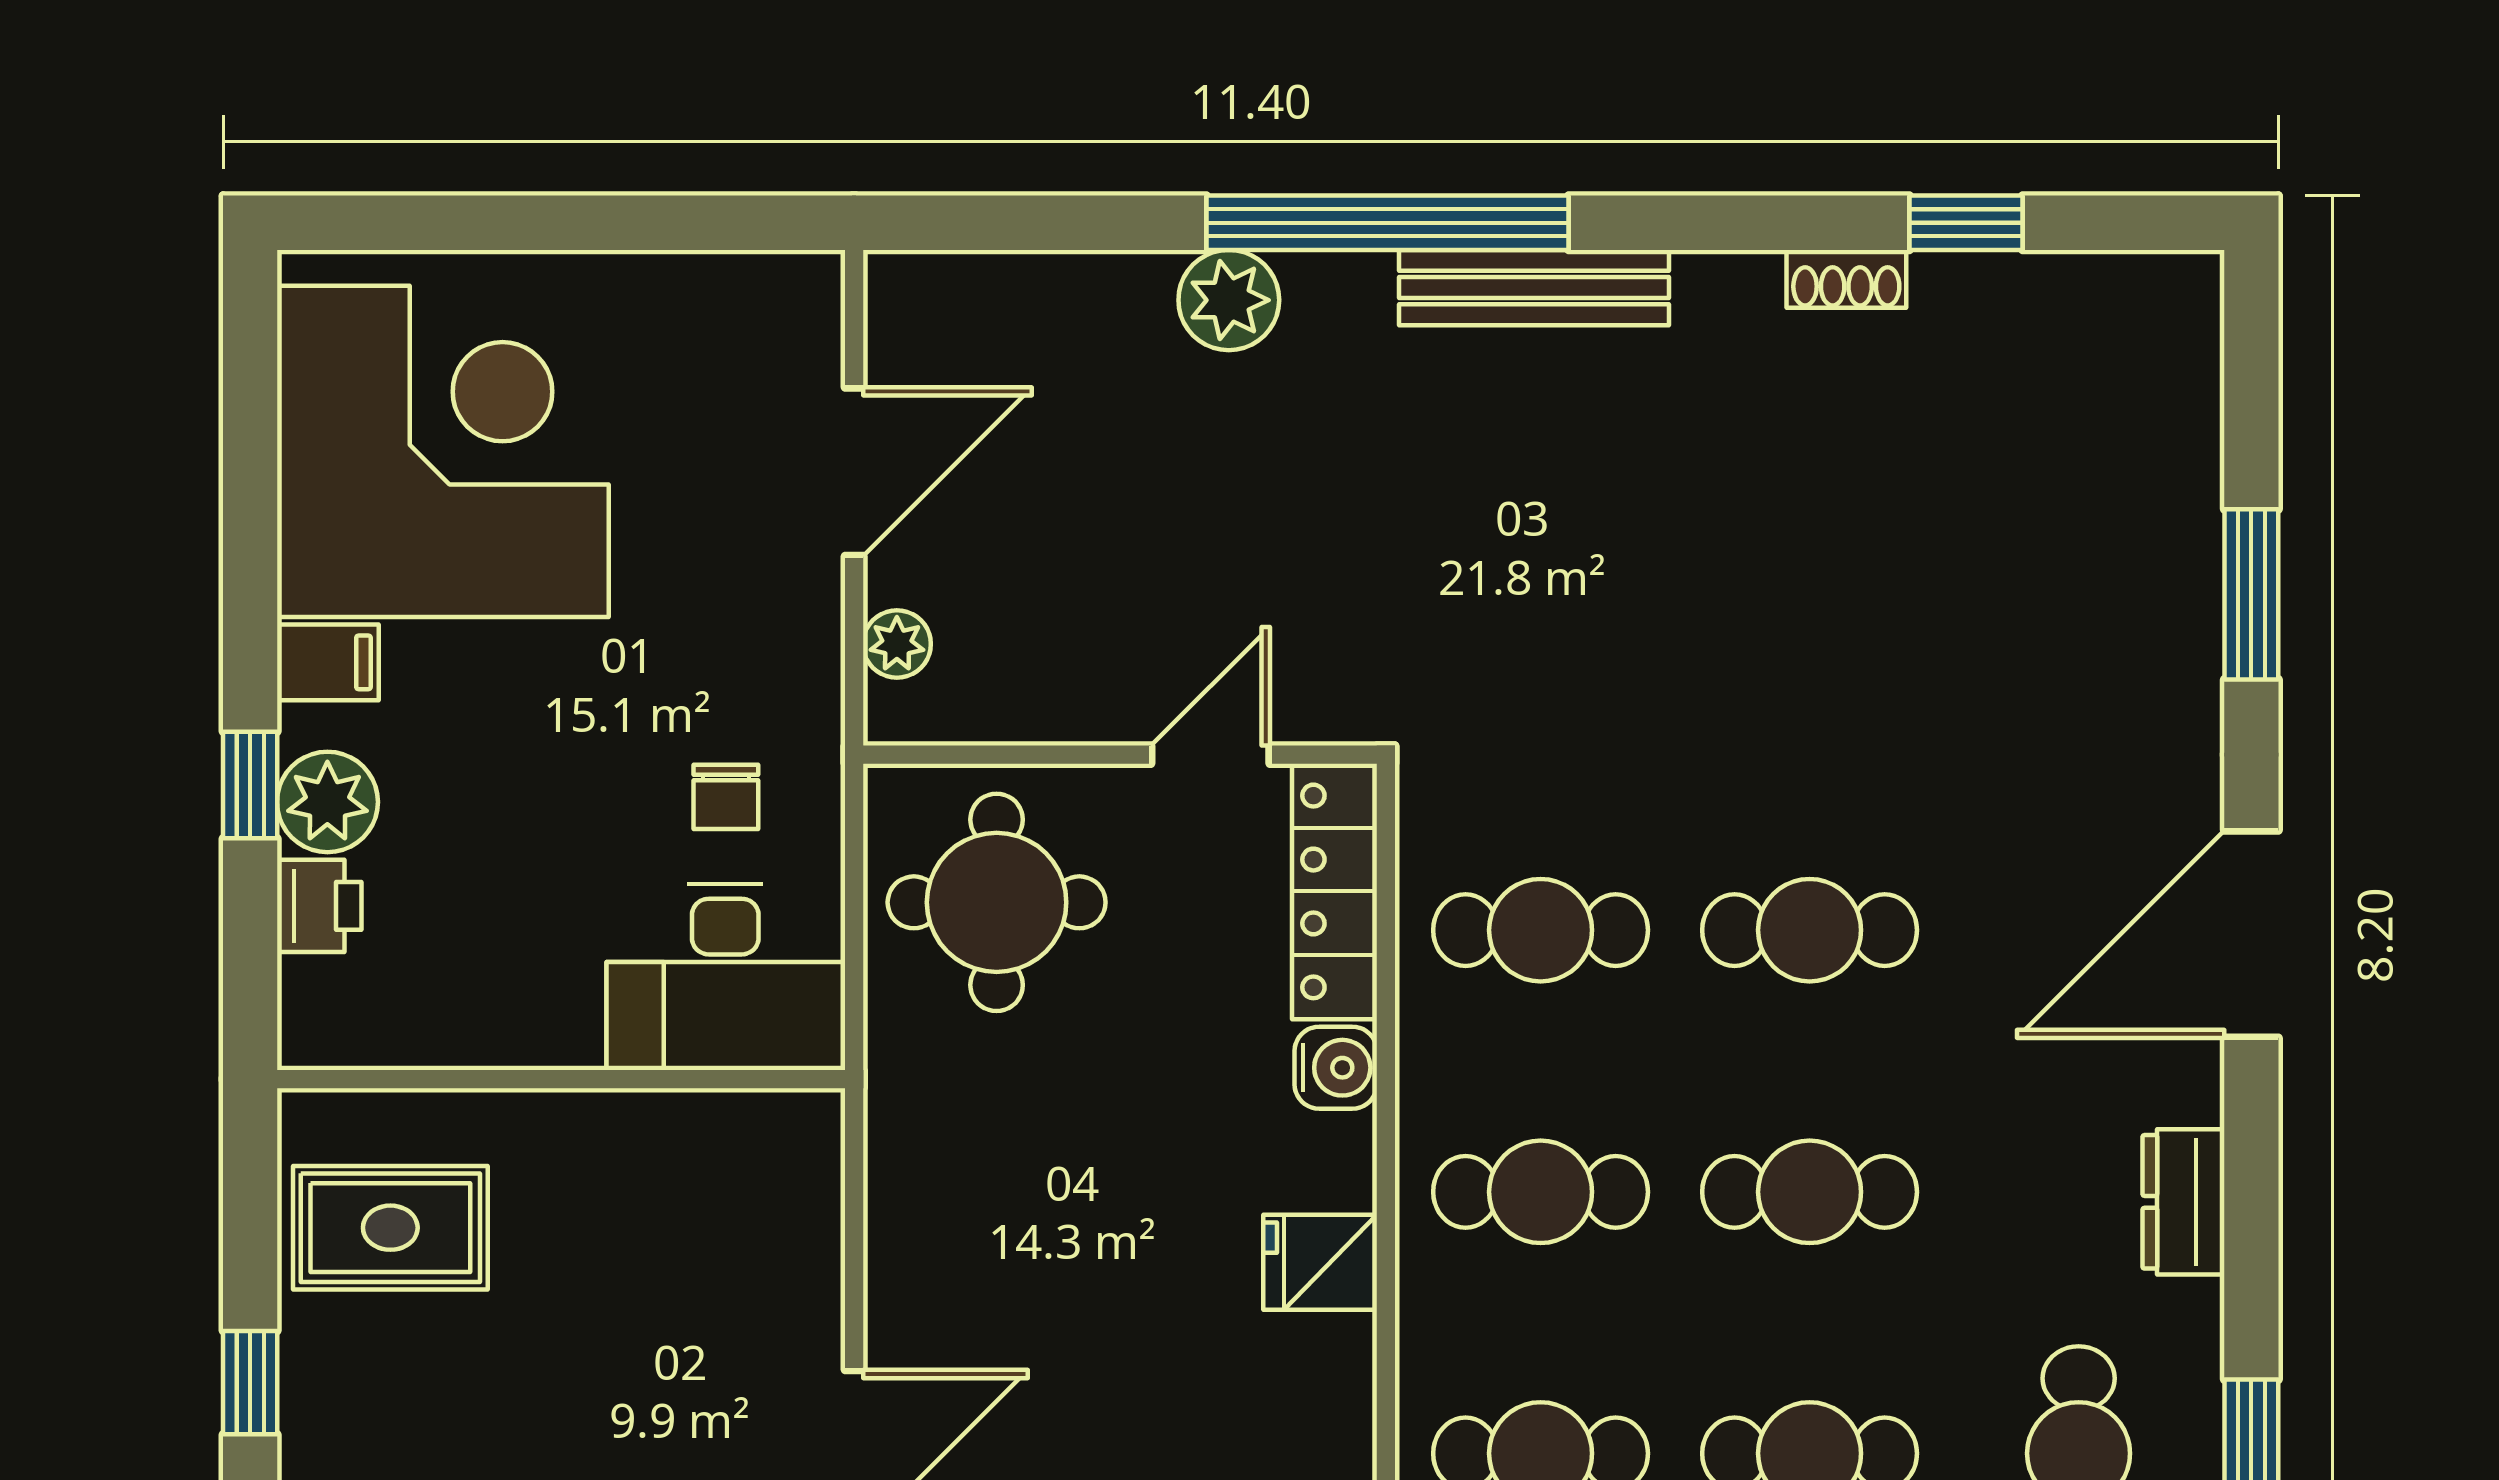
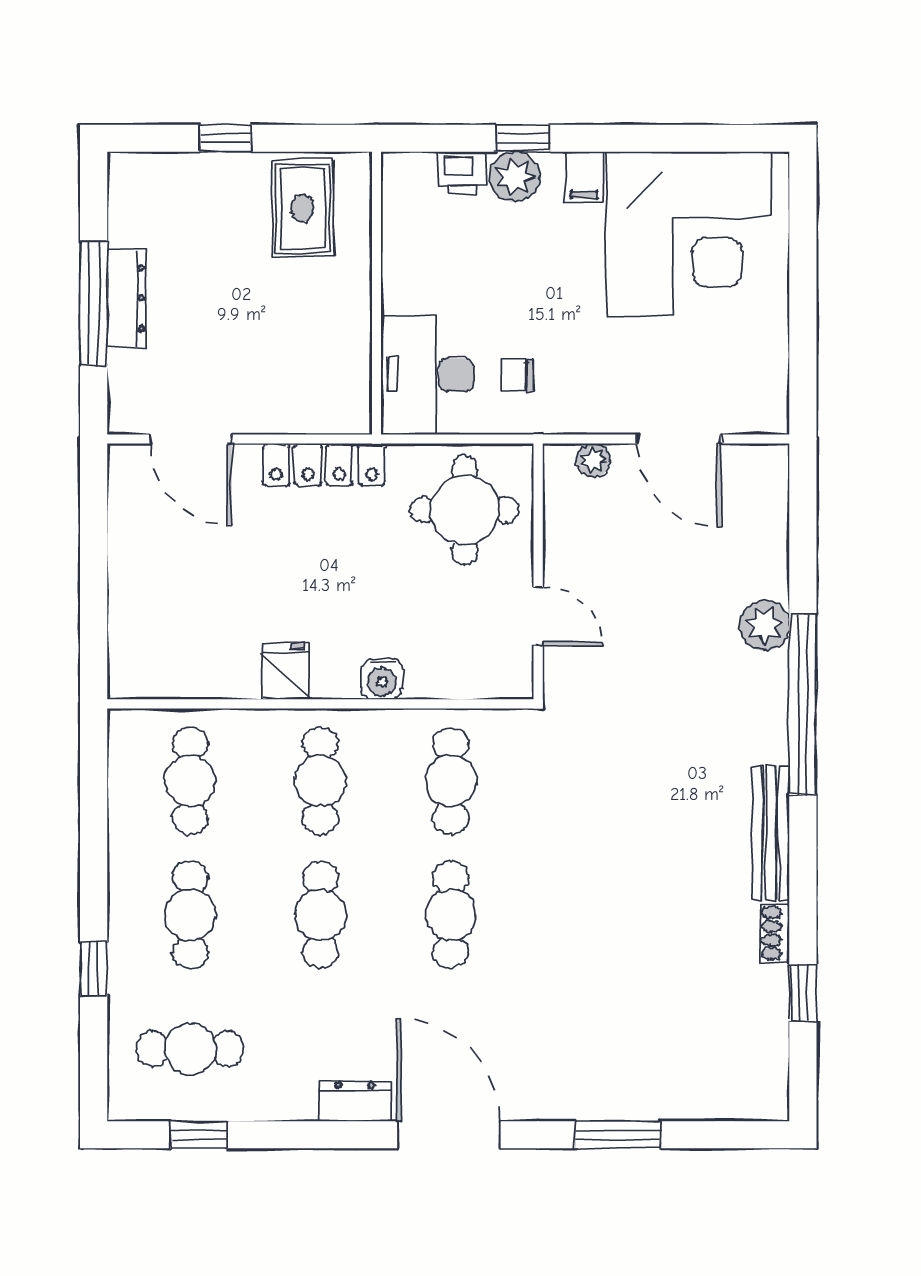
bench: (1534, 288) -> (771, 833), moved
locker: (1335, 891) -> (324, 465), moved, turned 180
dresser: (2183, 1202) -> (355, 1101), moved

